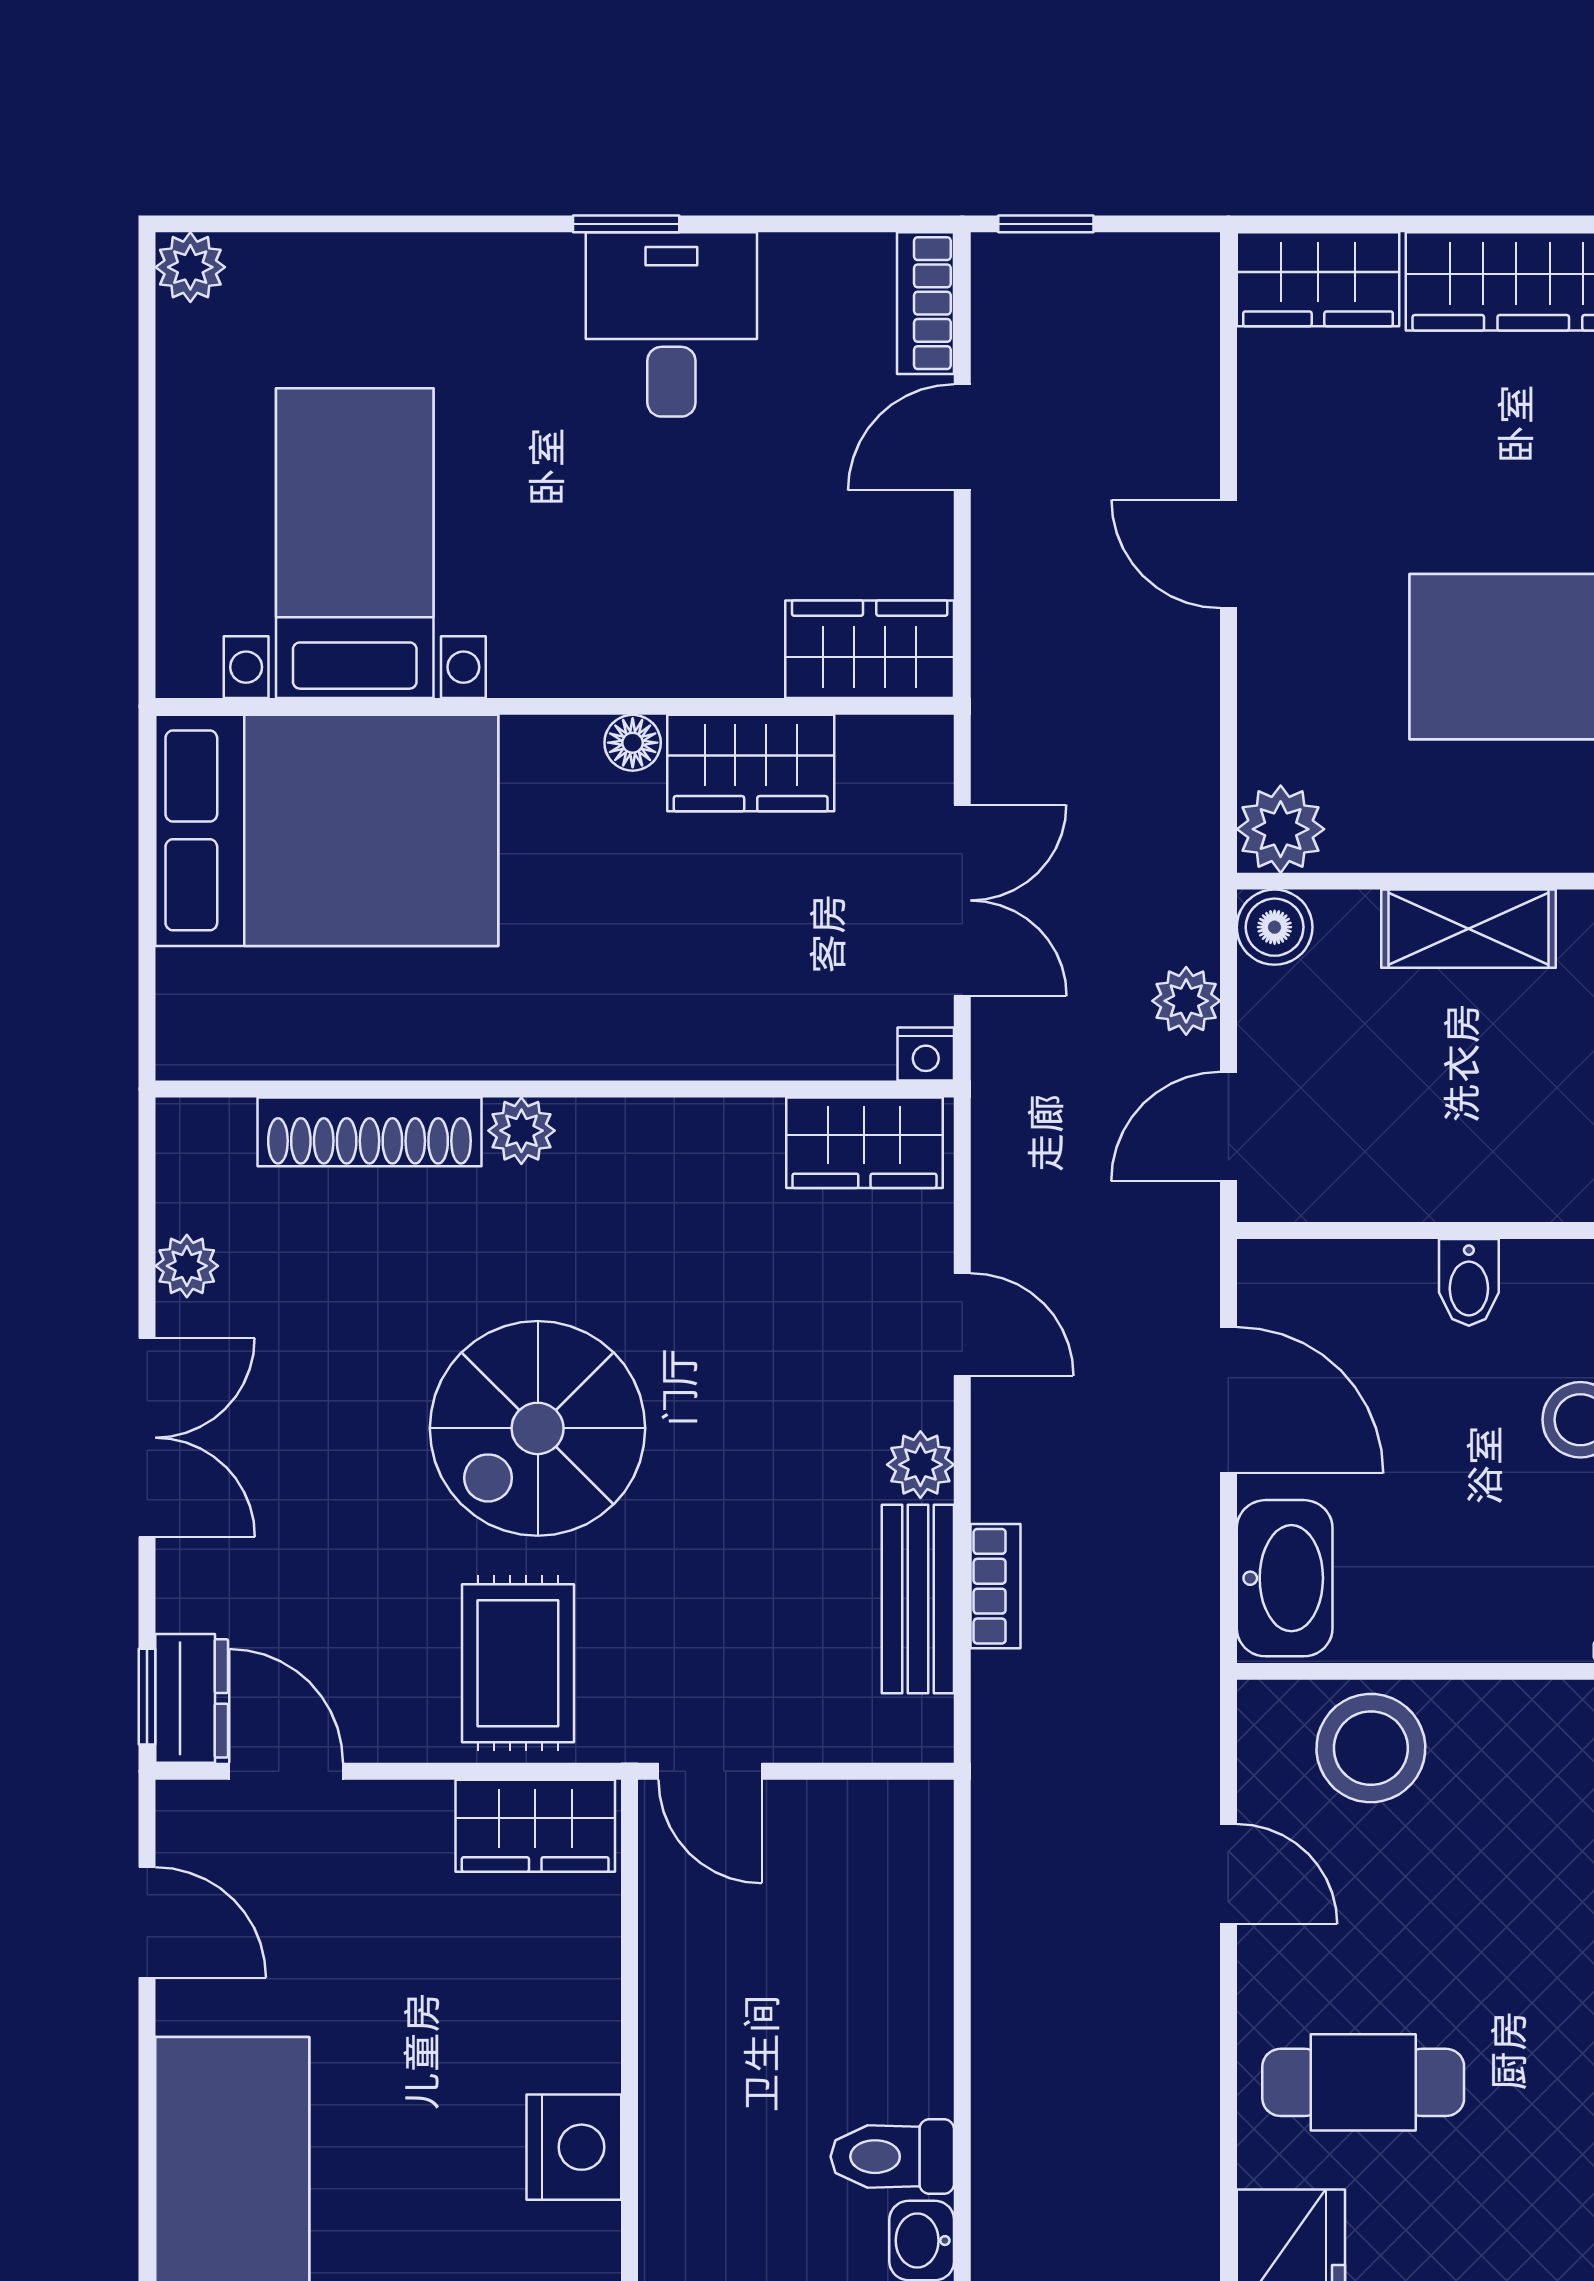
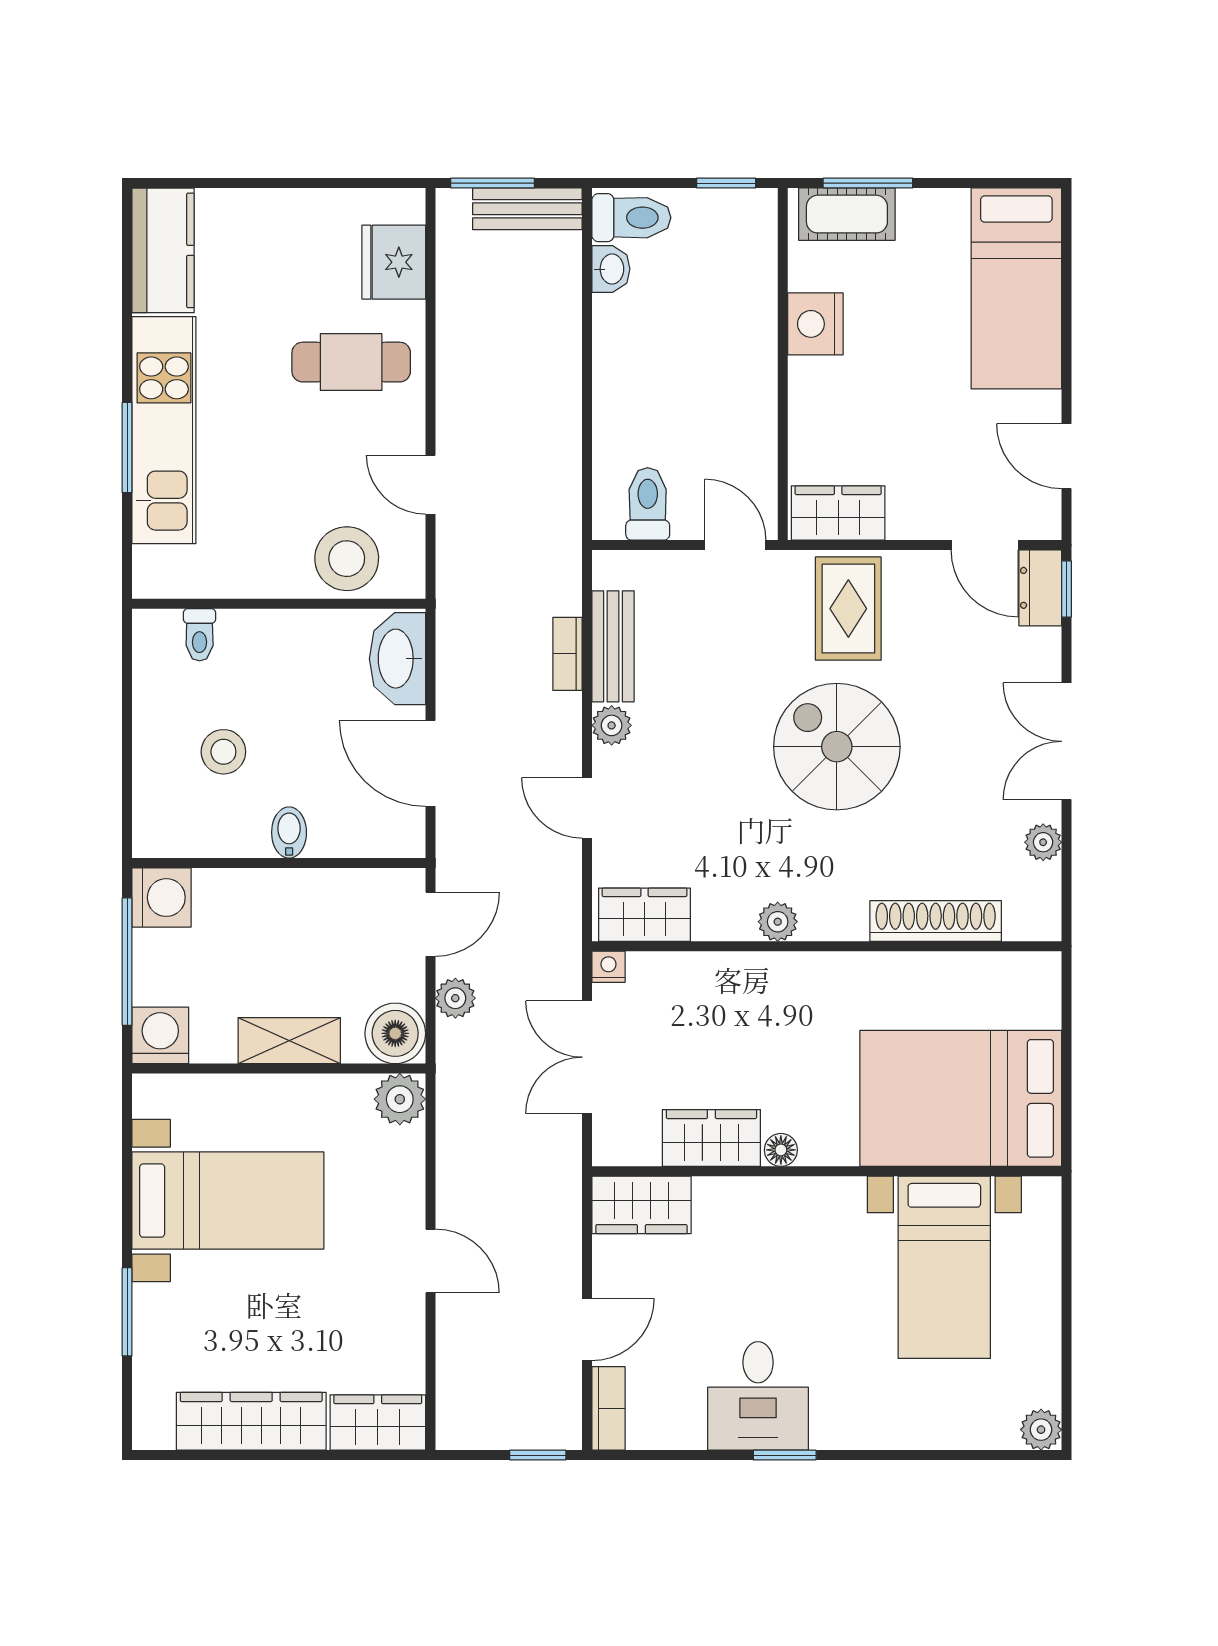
boiler: (1275, 927) -> (395, 1033), width x1.36, depth x1.36
plant: (521, 1131) -> (778, 922), moved
spiral stairs: (538, 1428) -> (837, 747), turned -90
toilet: (892, 2157) -> (648, 504), moved, turned -90

